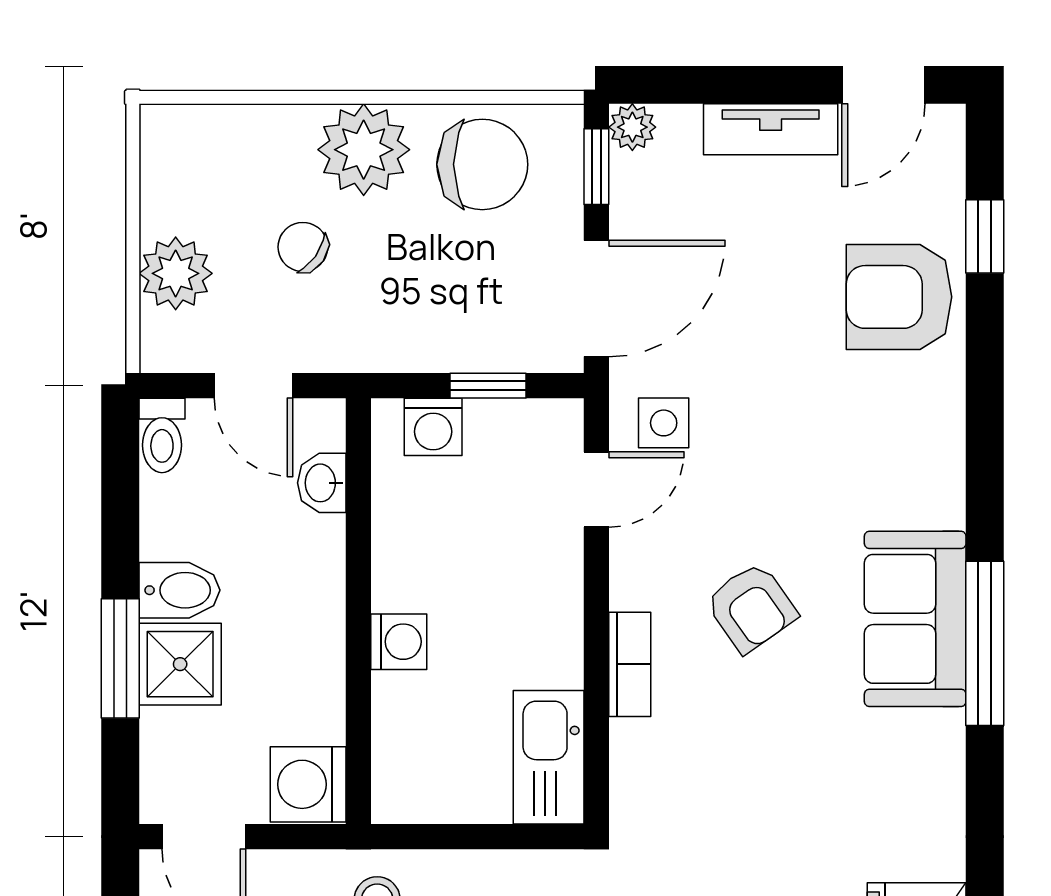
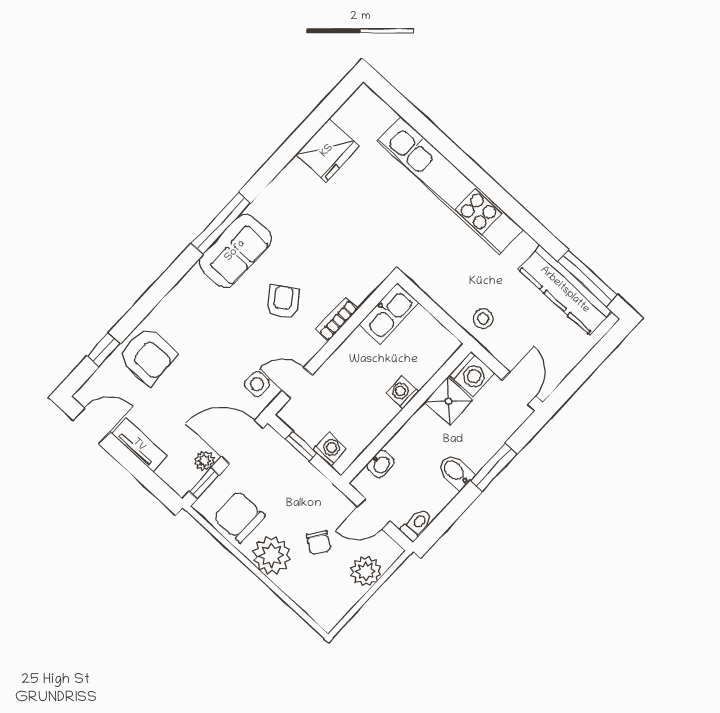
plant: (632, 127) -> (204, 461), moved
door: (254, 386) -> (374, 514), swing flipped
shower: (180, 664) -> (448, 401), moved

